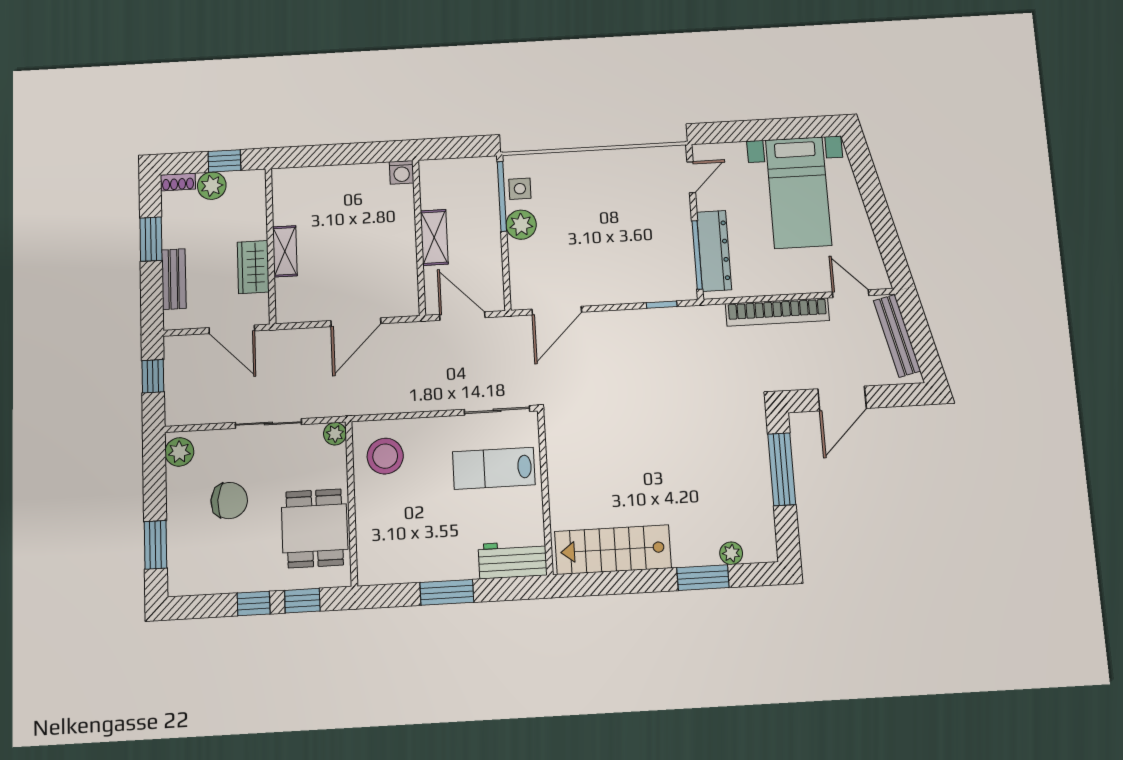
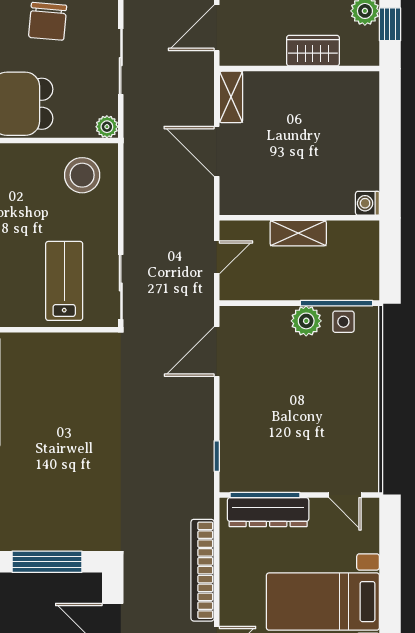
shelving: (285, 251) -> (231, 97), moved, turned 90
wardrobe: (253, 267) -> (313, 51), moved
door: (557, 311) -> (217, 352), hinge flipped
door: (462, 316) -> (217, 257), width x0.73

